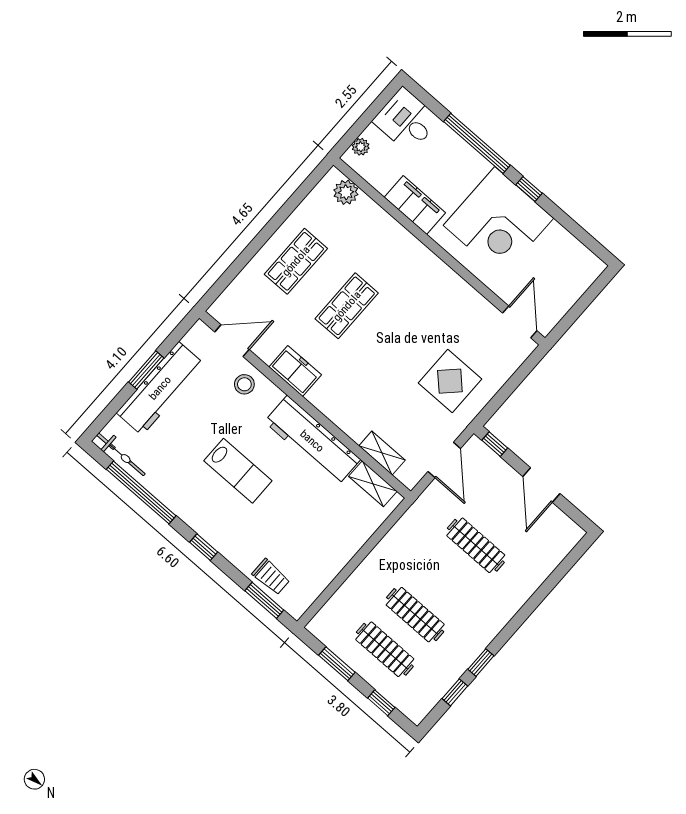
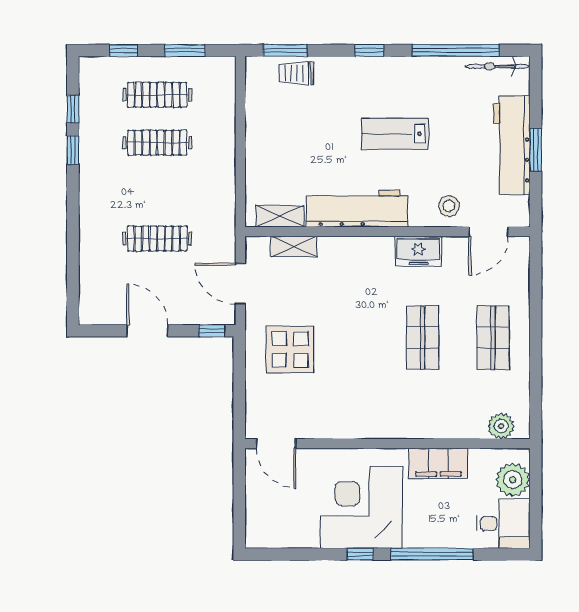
plant: (361, 147) -> (513, 480), width x1.87, depth x1.87

